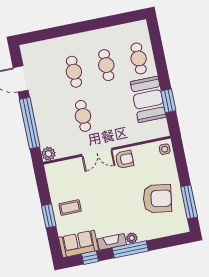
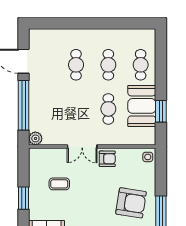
cafe table: (83, 116) -> (108, 109), moved
coffee table: (70, 208) -> (59, 184), moved

